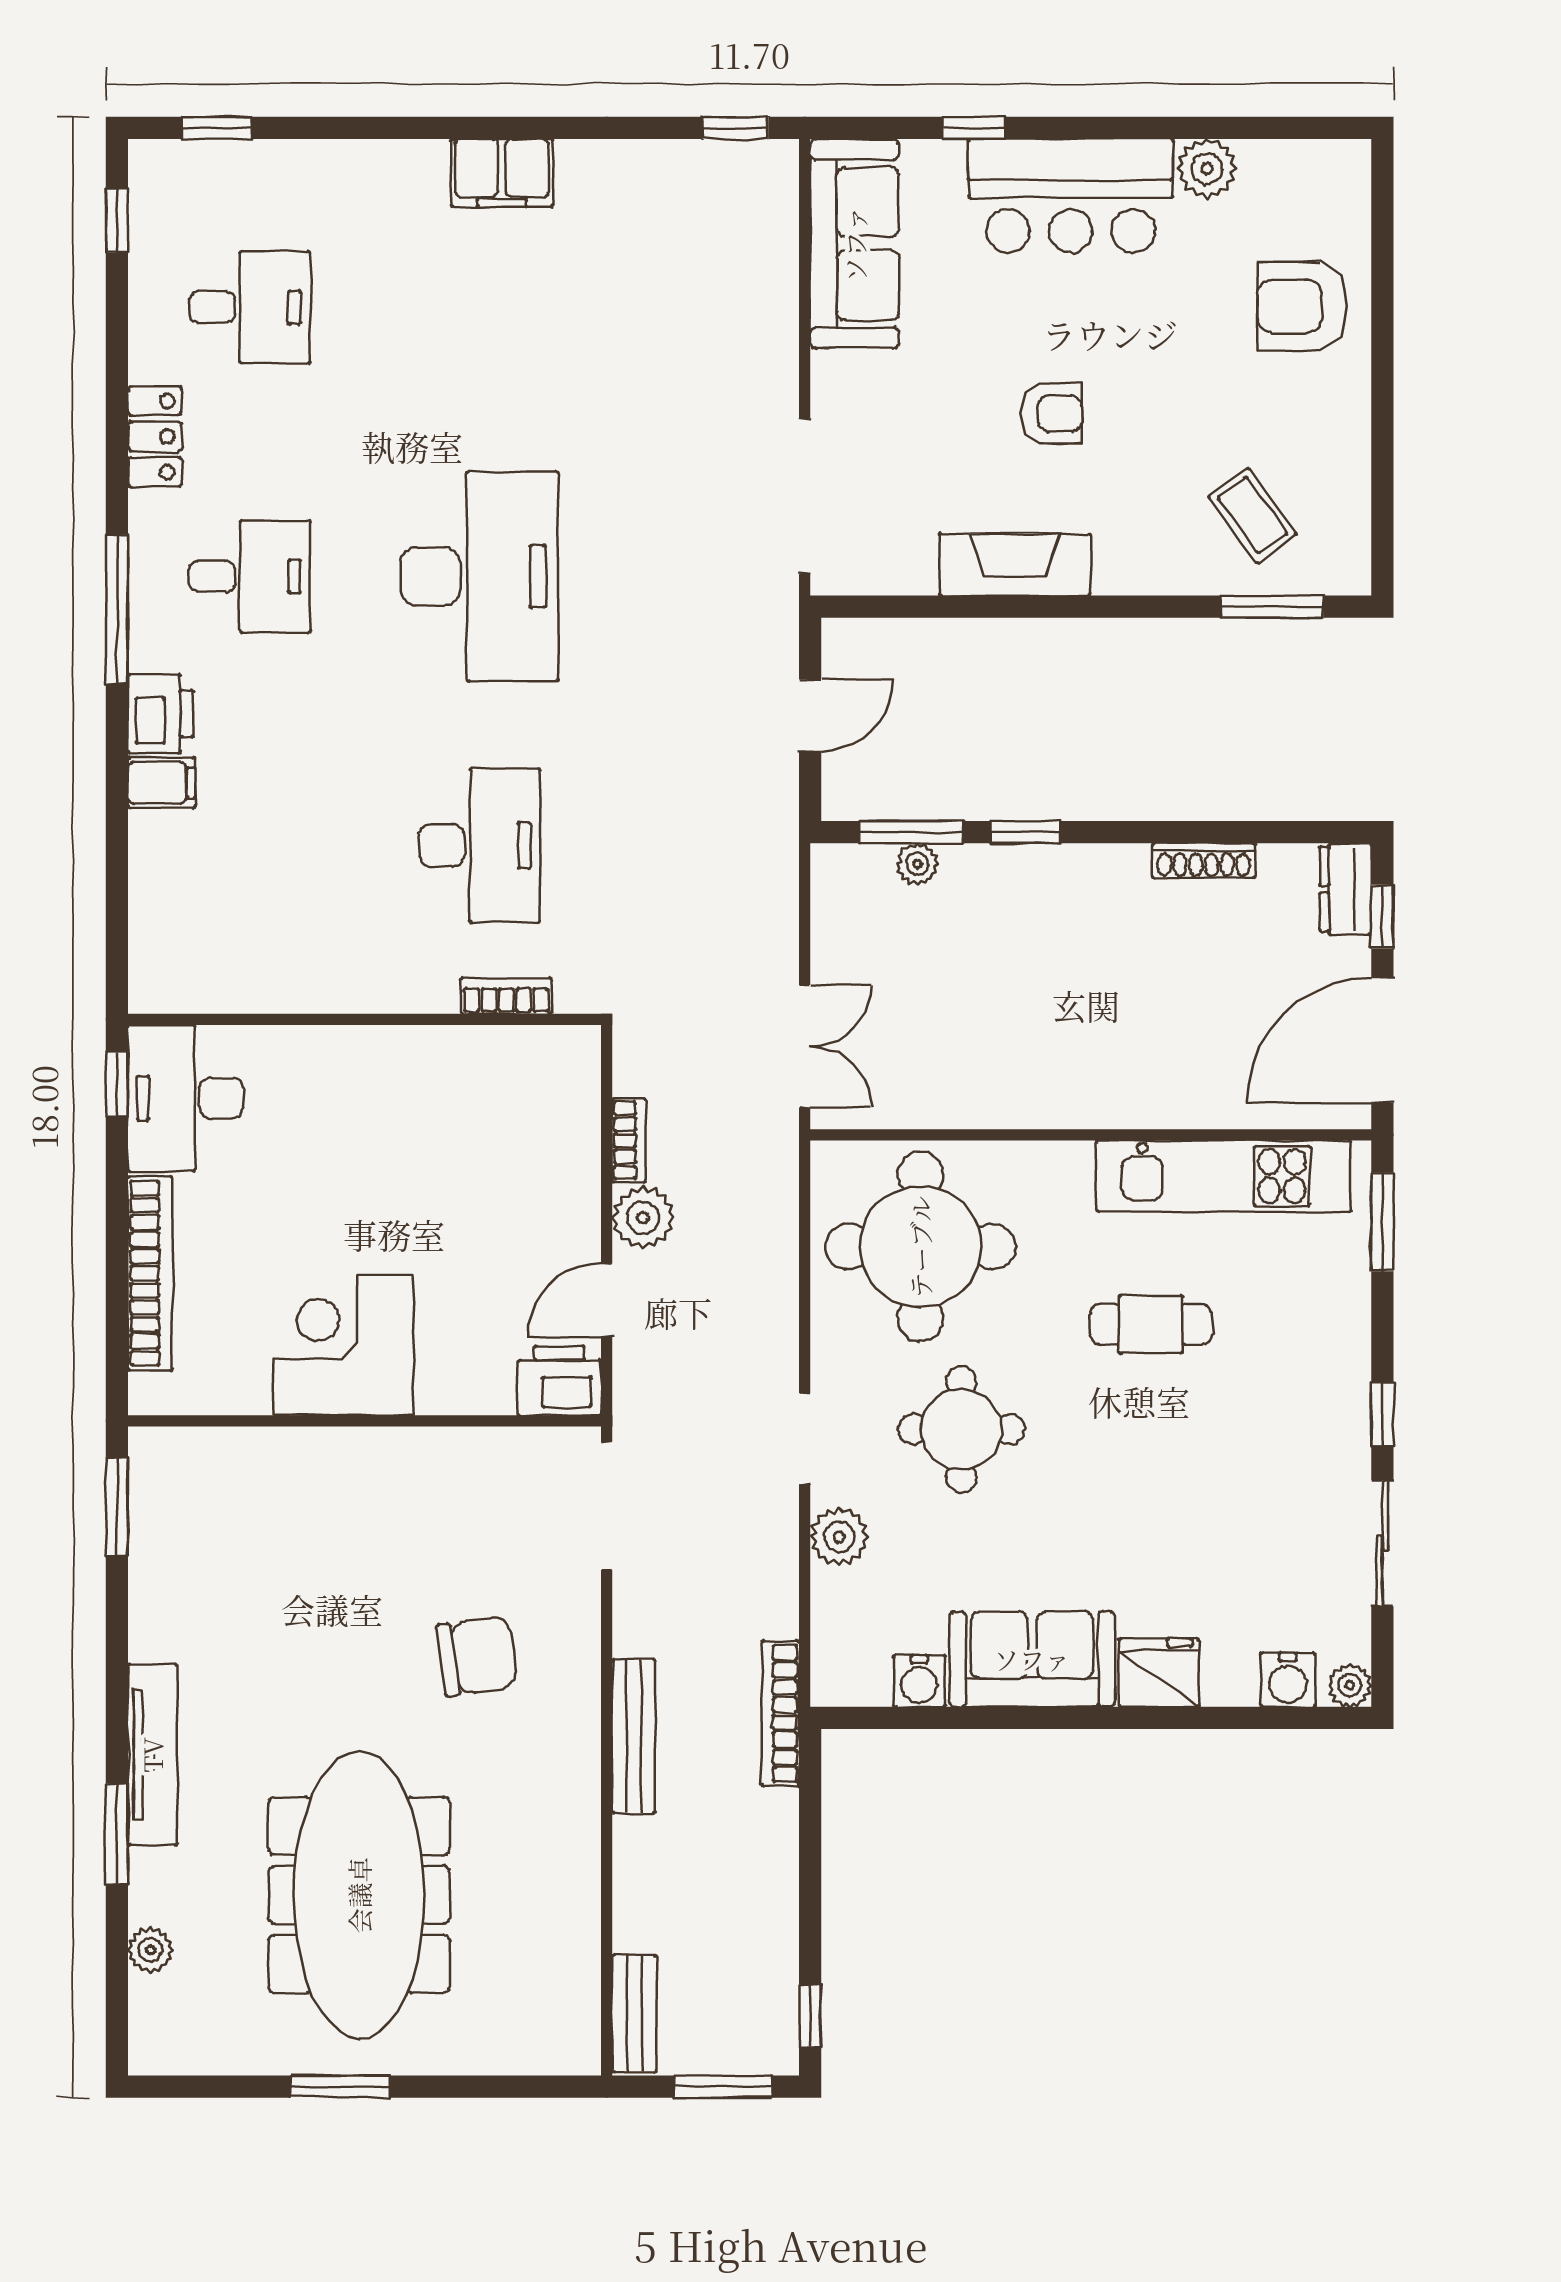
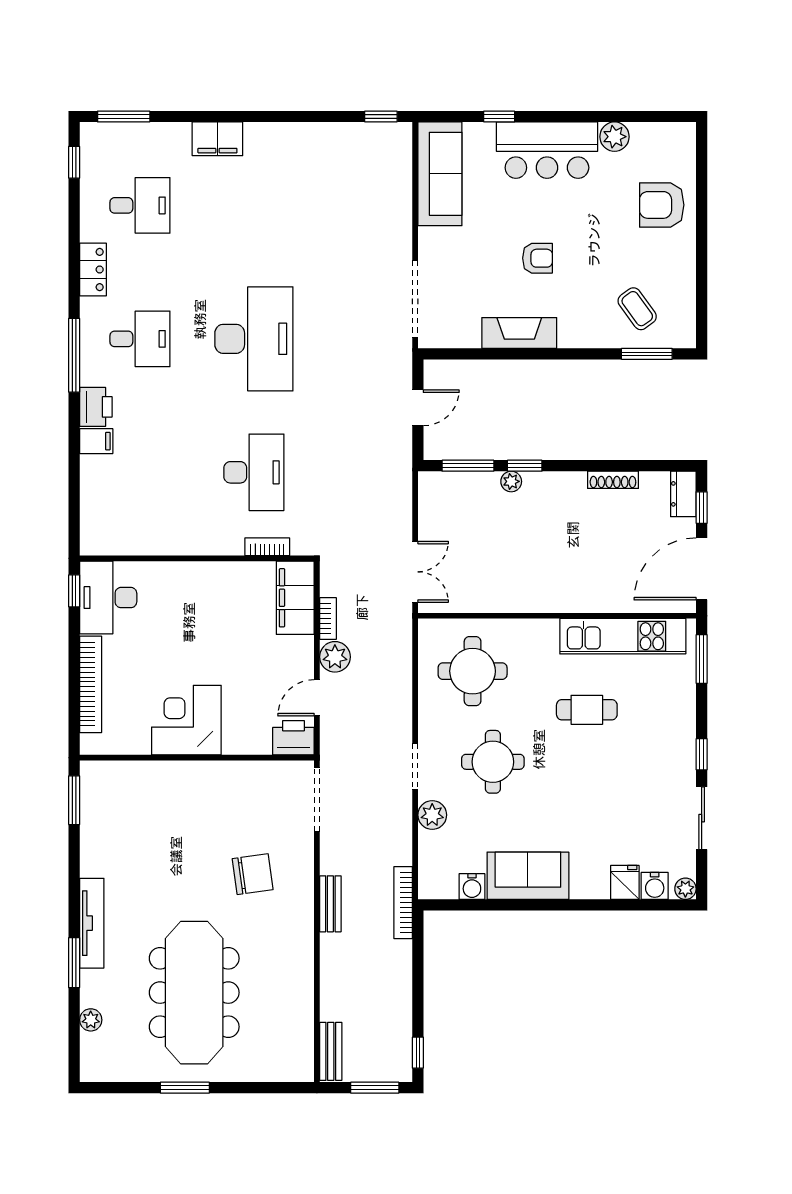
window: (217, 128) -> (124, 117), width x1.50
filing cabinet: (502, 173) -> (217, 139), moved
plant: (917, 864) -> (511, 481), moved
filing cabinet: (563, 1099) -> (295, 598), added
round table: (920, 1247) -> (473, 671), width x0.73, depth x0.73
fridge: (1159, 1673) -> (625, 882), moved, width x0.72
bench: (634, 1736) -> (330, 904), width x0.73

